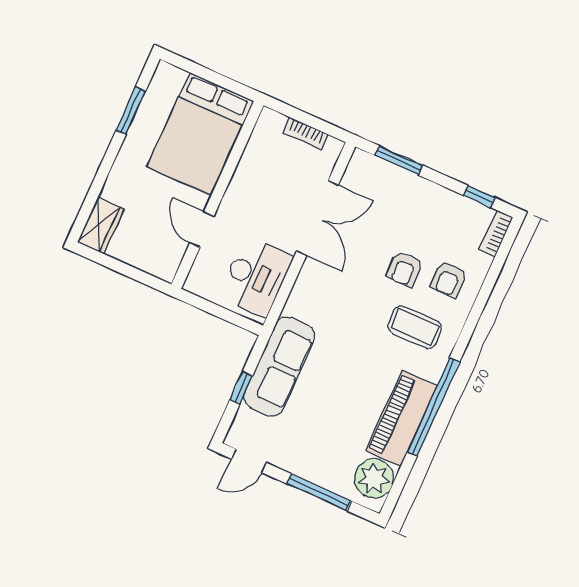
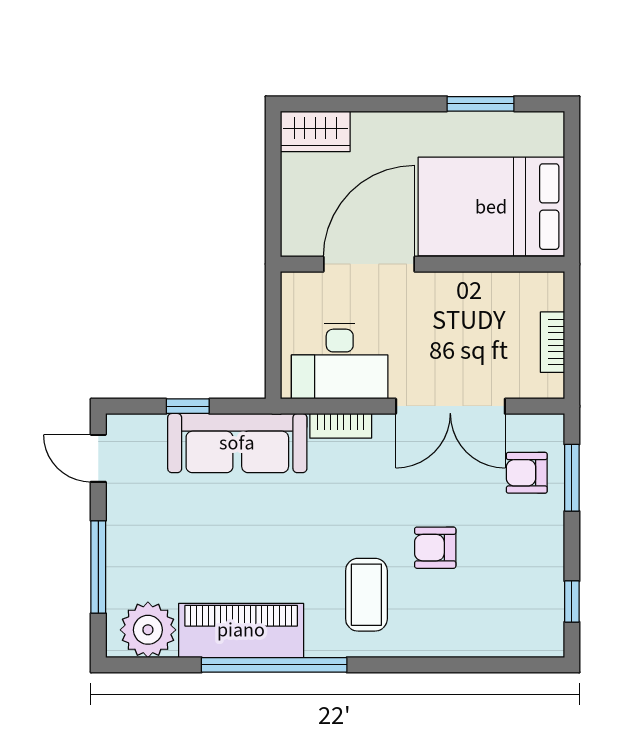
door: (202, 229) -> (369, 264), width x1.87
bookcase: (496, 234) -> (341, 426), moved, turned 180
armchair: (449, 279) -> (527, 473), moved

